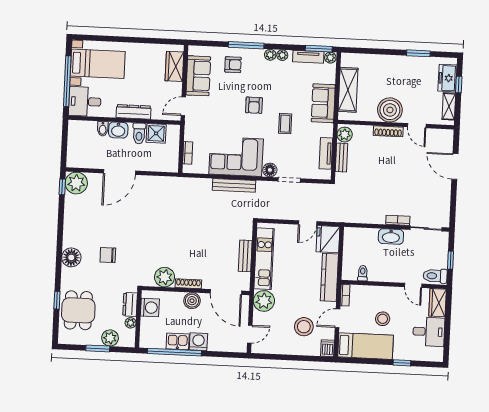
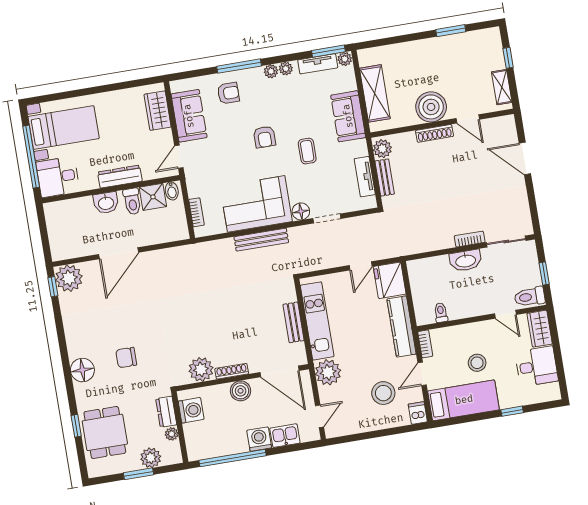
freezer: (447, 78) -> (493, 53), removed
bidet: (103, 129) -> (172, 191), moved
kitchen sink: (178, 341) -> (285, 436), moved

